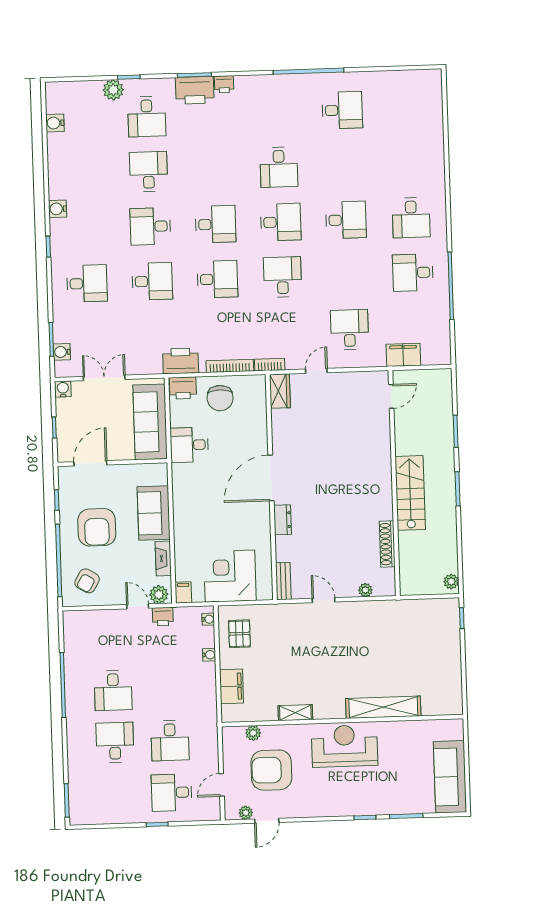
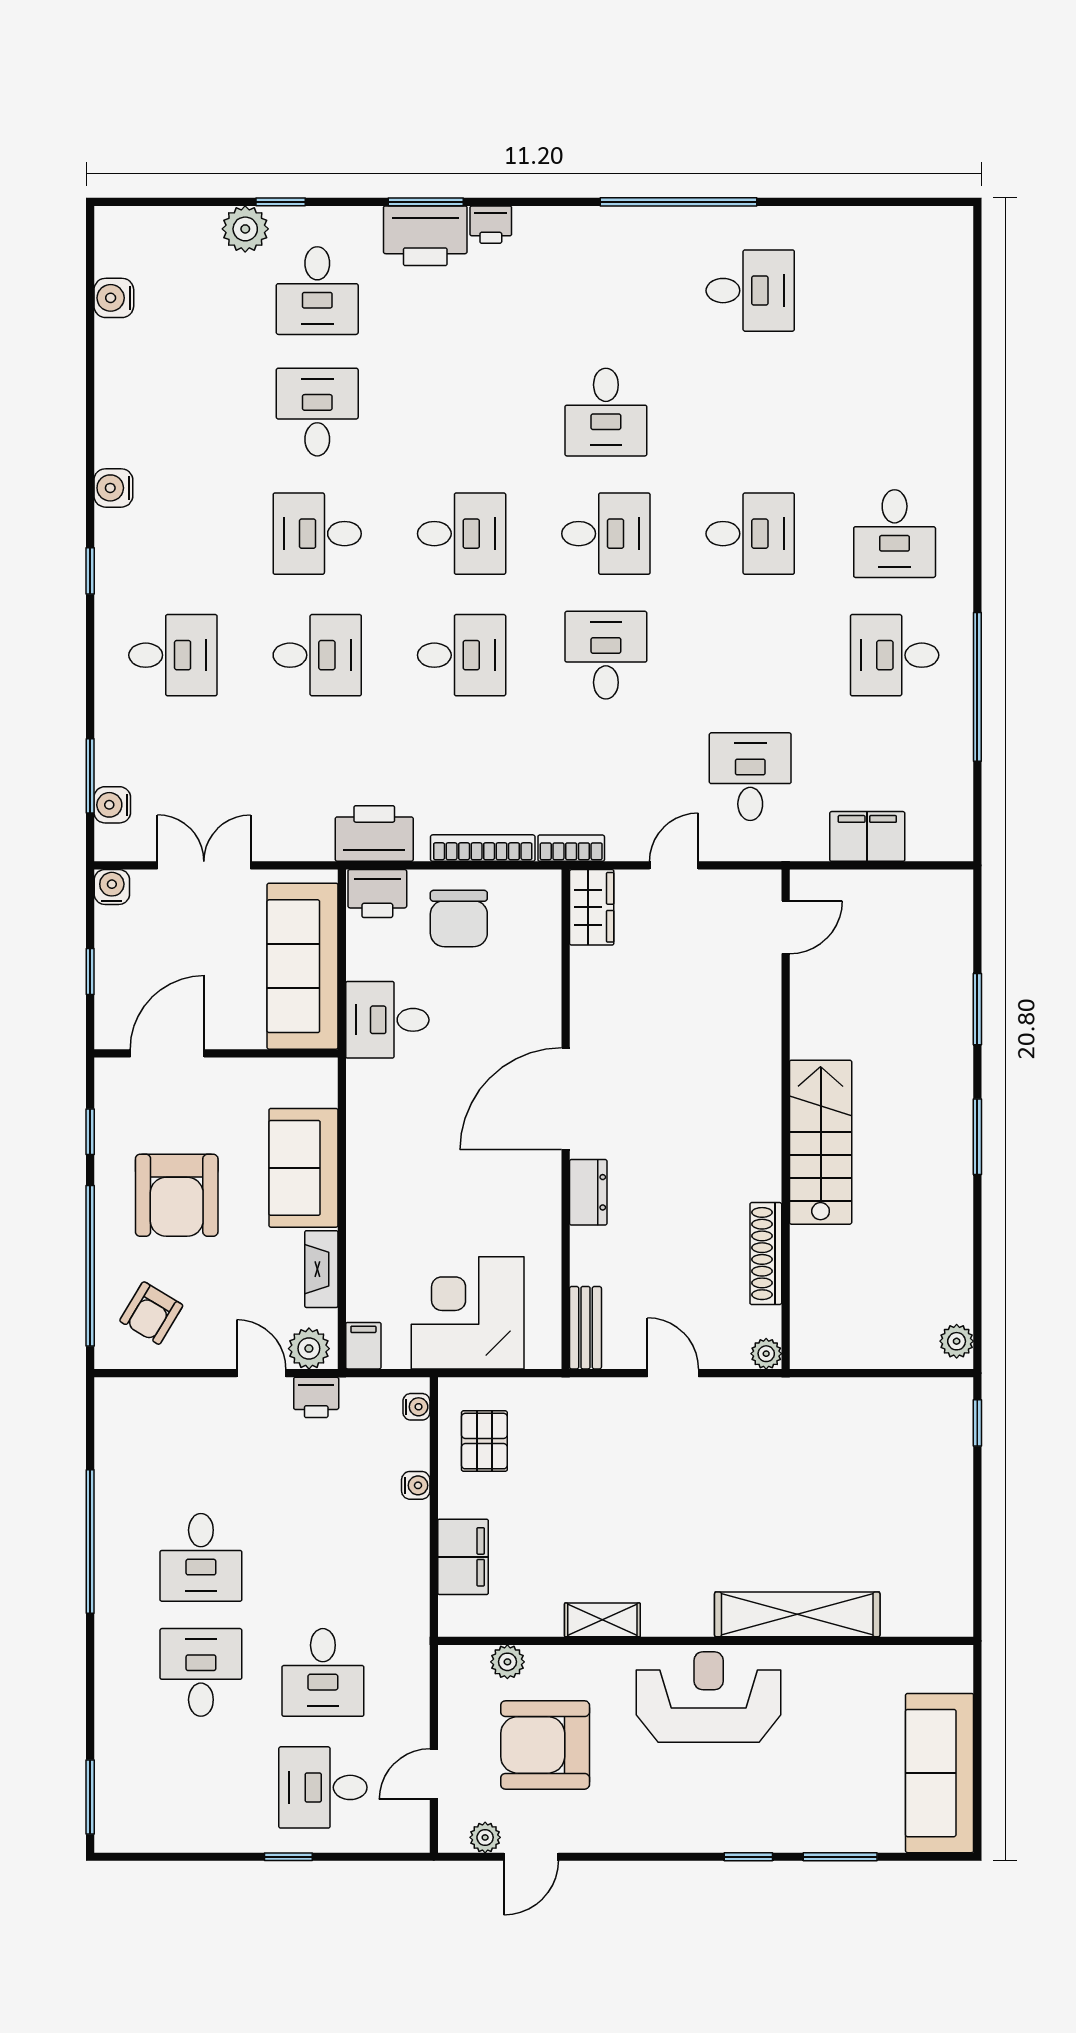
door: (391, 396) -> (786, 927), moved
wall: (394, 483) -> (786, 1119), moved
stairs: (410, 493) -> (821, 1142), moved
shoe rack: (387, 544) -> (766, 1254), moved

